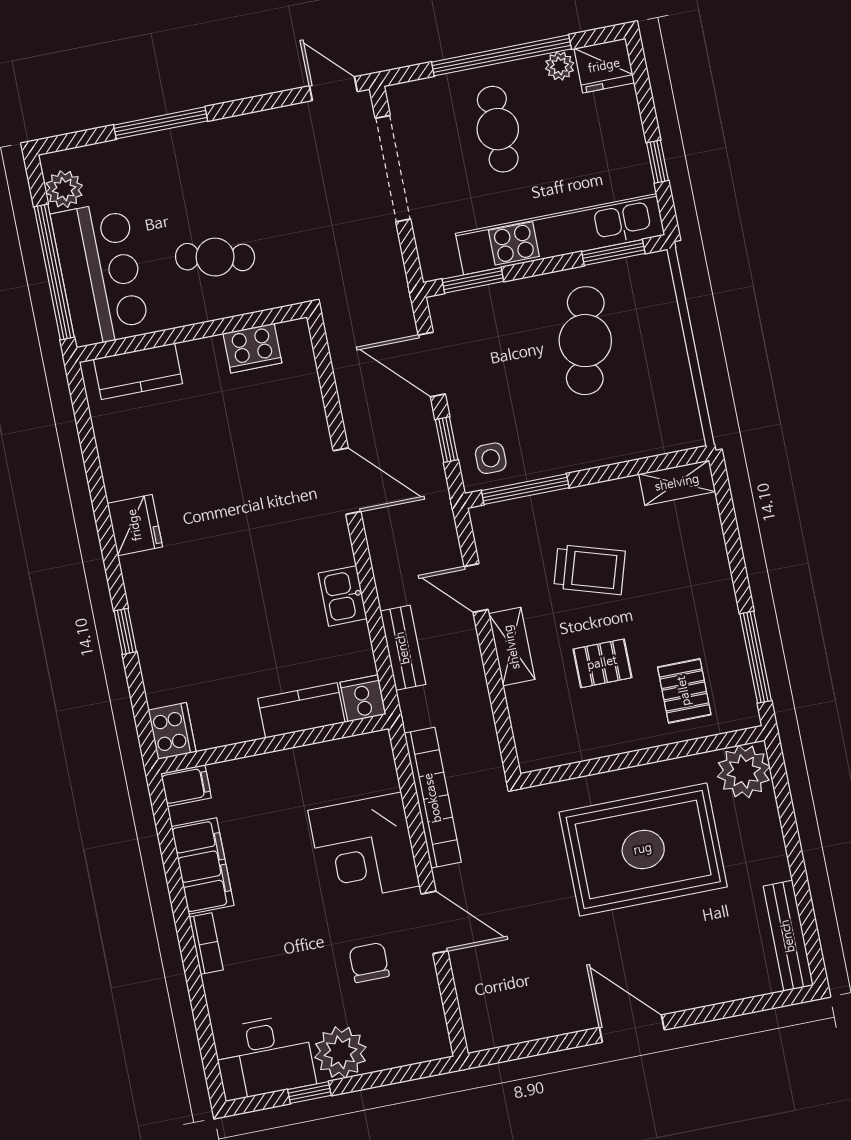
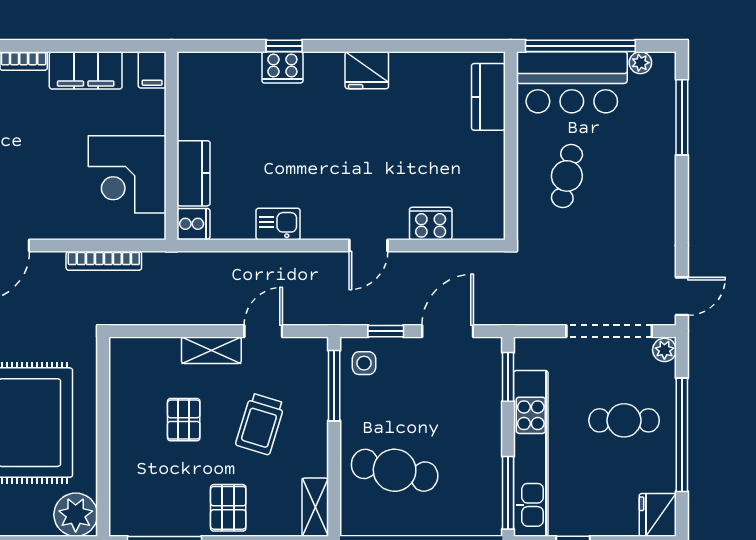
plant: (560, 66) -> (664, 350), moved
window: (161, 123) -> (682, 117), moved
plant: (64, 189) -> (640, 63), width x0.73, depth x0.73
window: (613, 252) -> (508, 493), width x1.44
cafe table: (585, 341) -> (395, 470), moved
cooker: (252, 348) -> (431, 223), moved, turned 90
door: (347, 481) -> (368, 246), width x0.73
bench: (403, 648) -> (227, 264), removed
pallet: (684, 691) -> (228, 508), moved, turned 90
cooker: (172, 731) -> (282, 67), moved
bookcase: (433, 798) -> (104, 261), width x0.68, depth x0.76
corner desk: (364, 848) -> (127, 174), moved, turned -90

